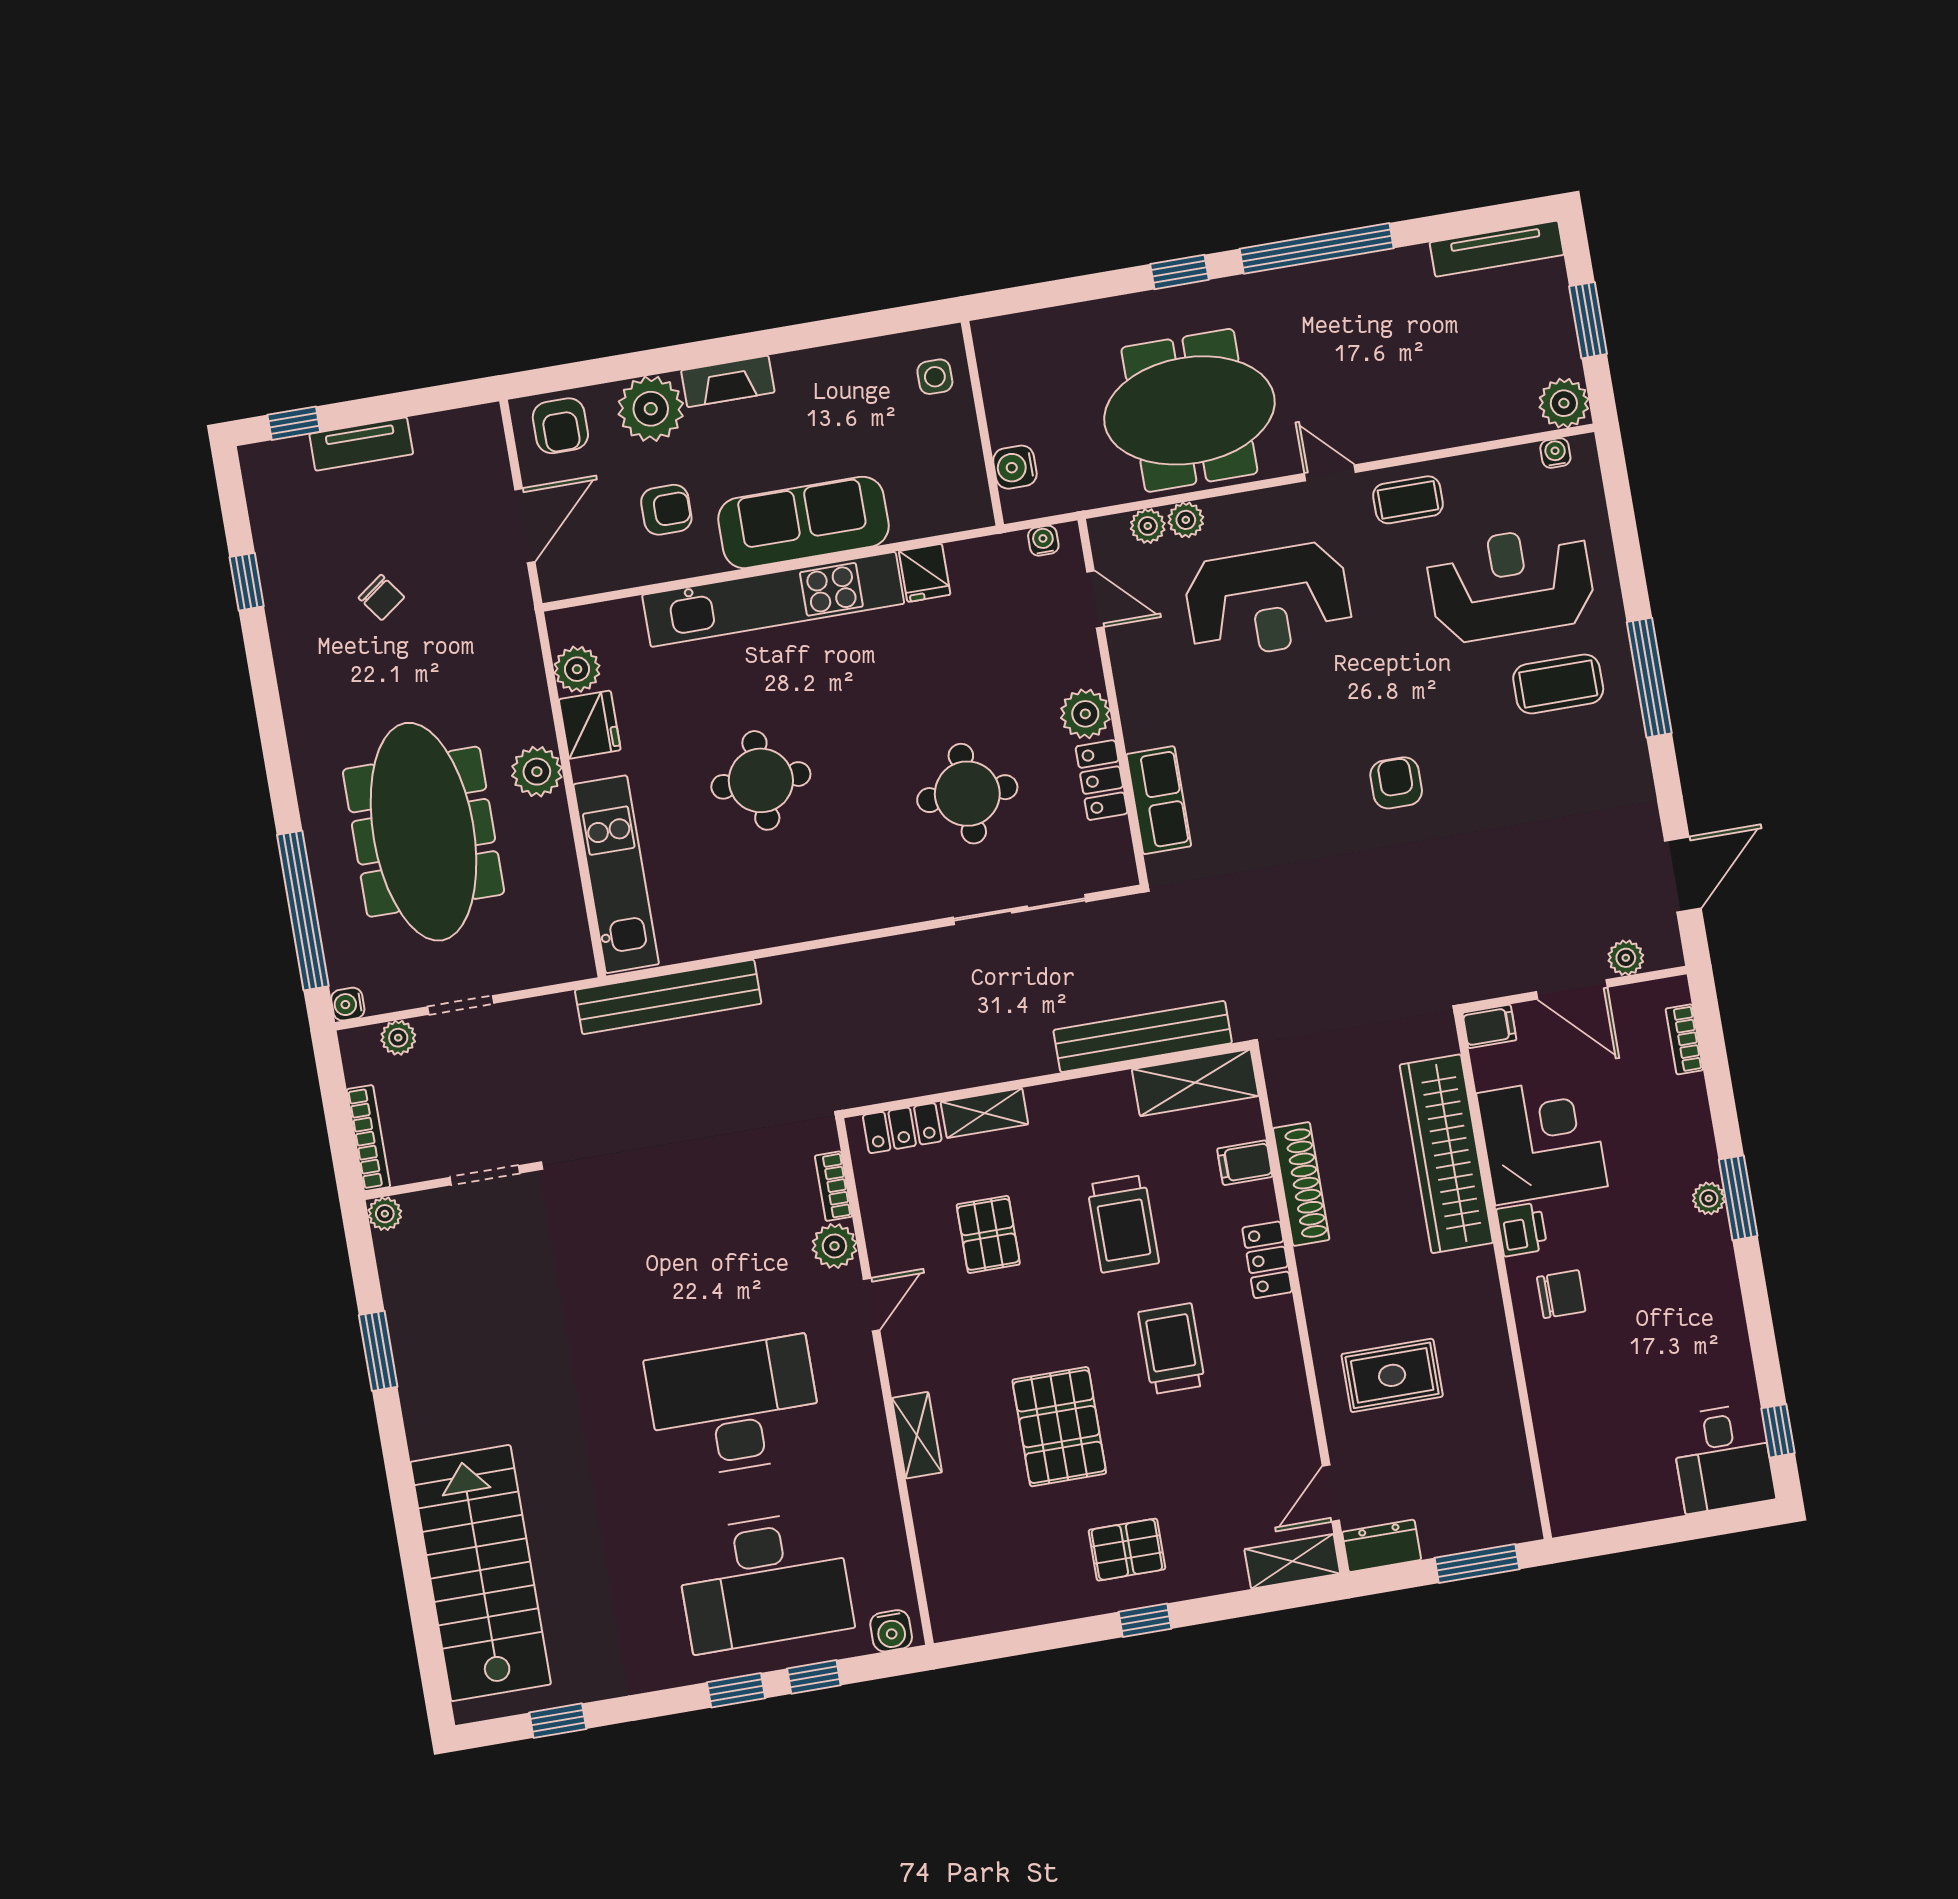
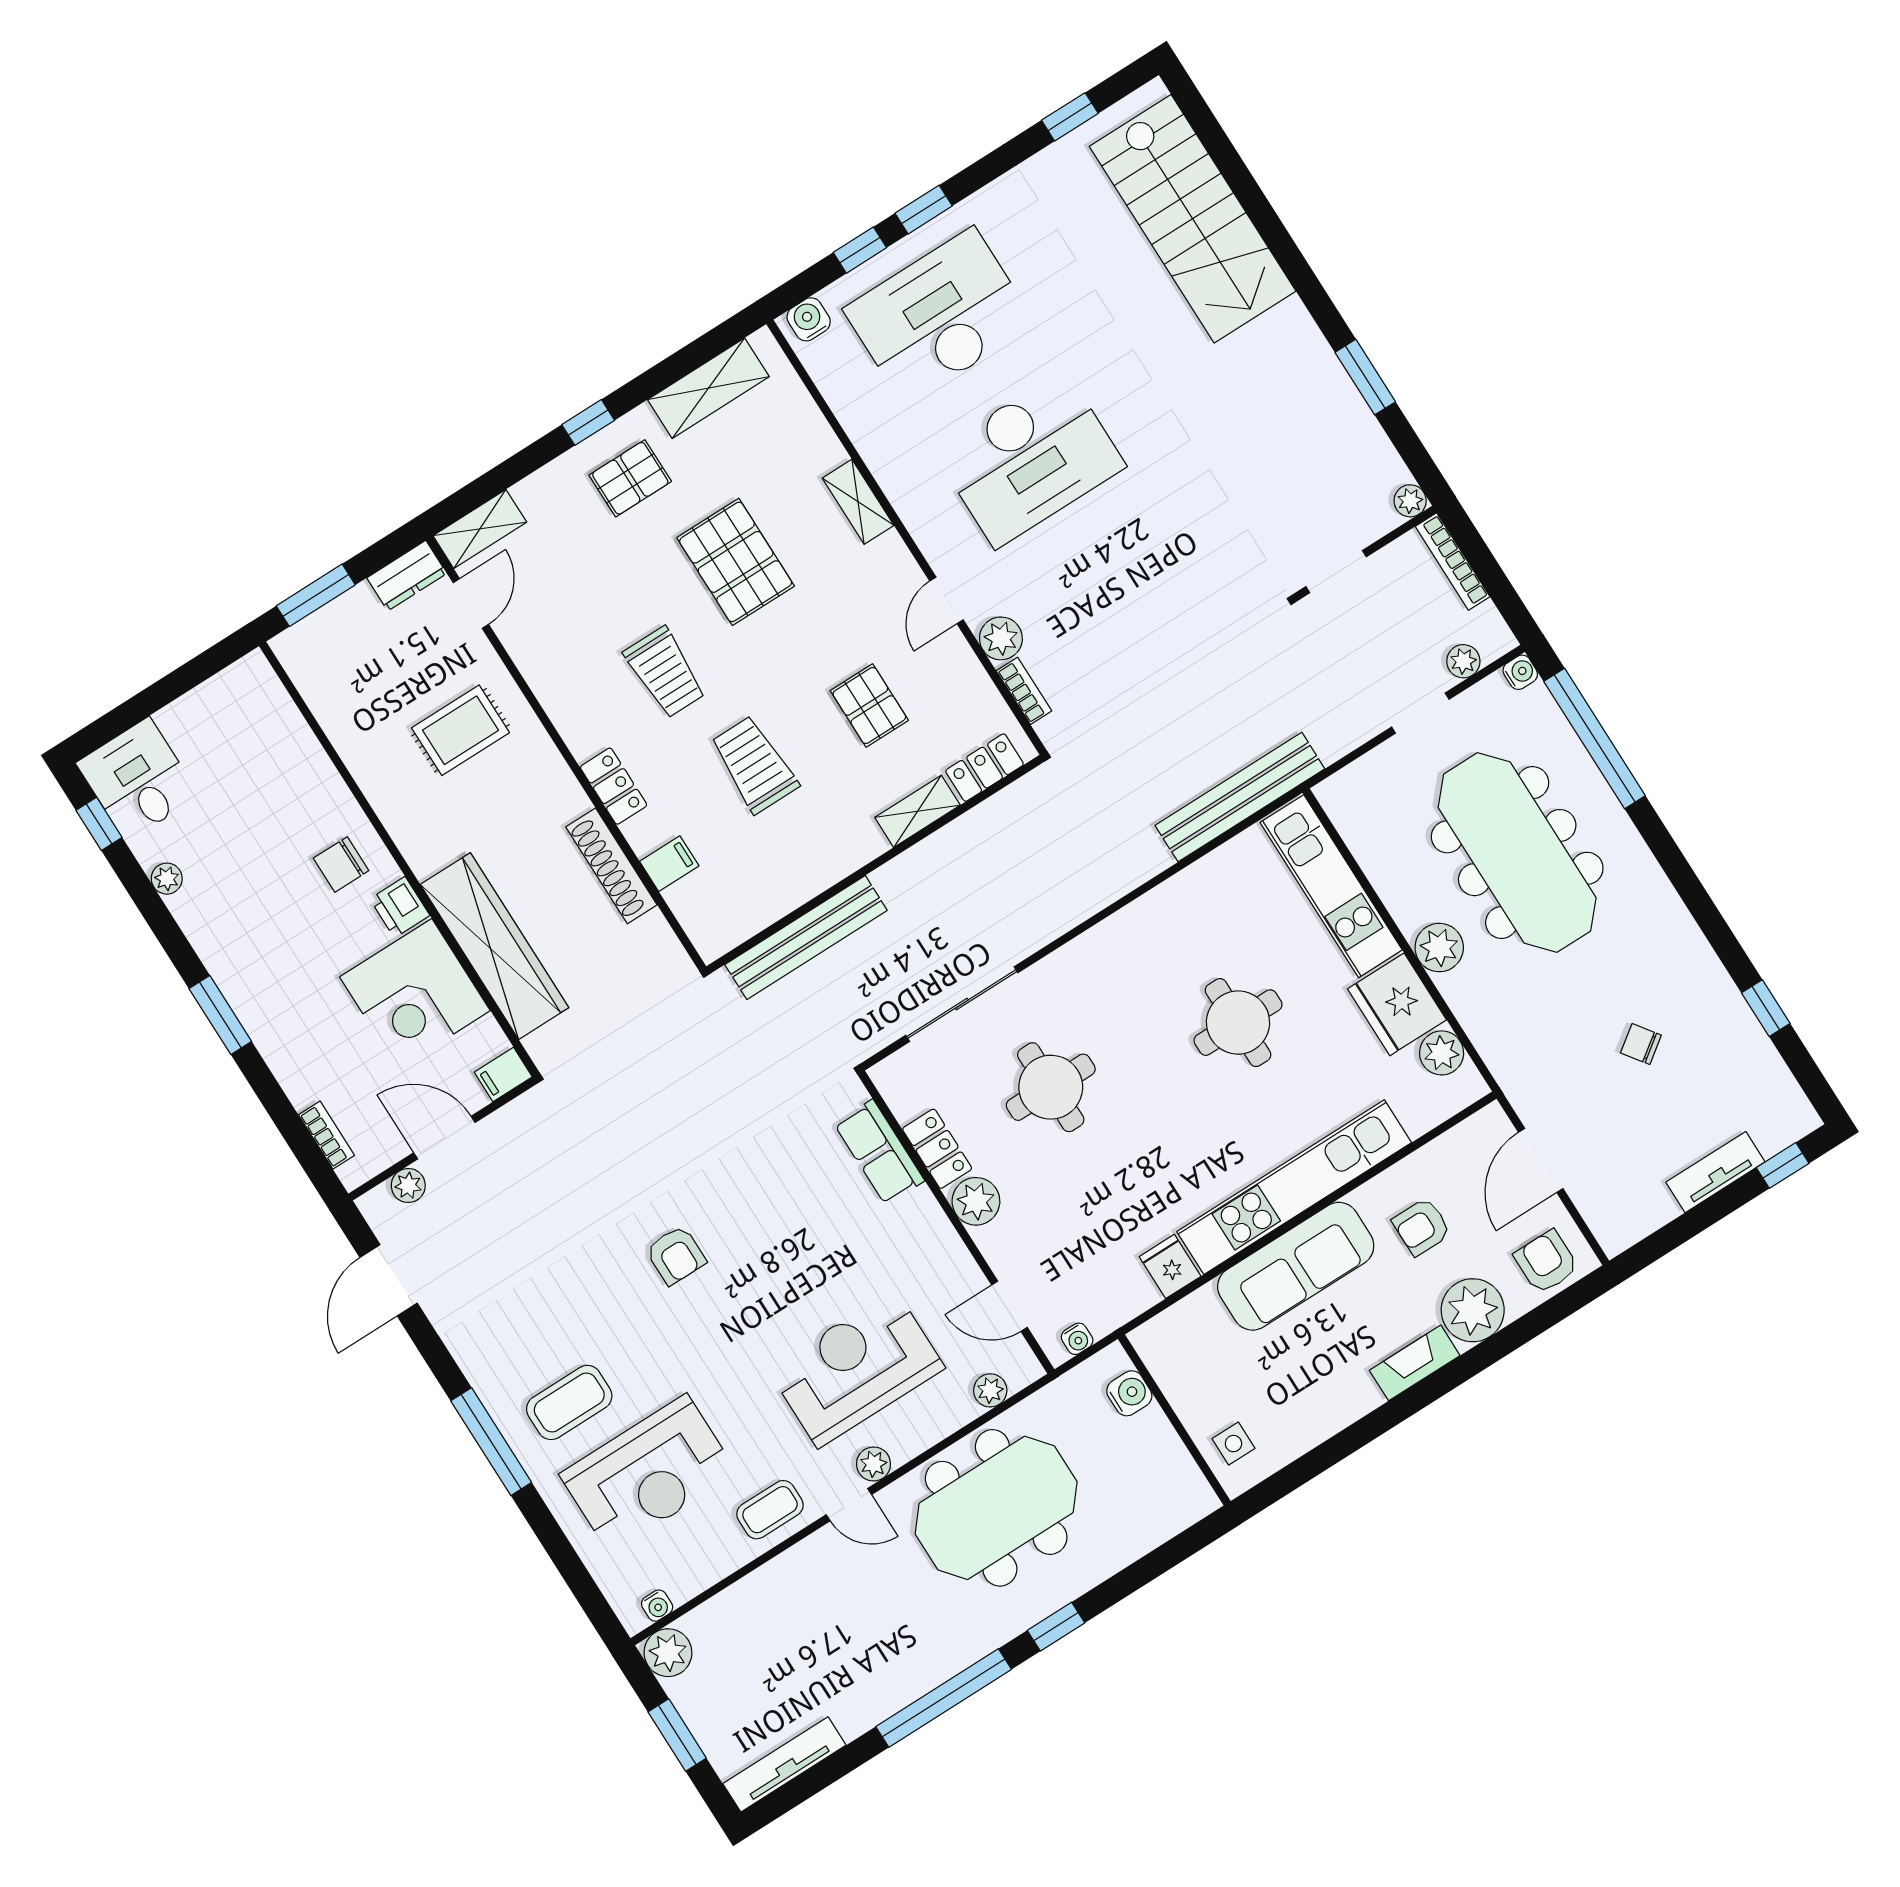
plant: (1186, 520) -> (874, 1464), moved
fridge: (590, 725) -> (1397, 1004), width x1.36, depth x1.34
shelving: (1195, 1083) -> (708, 388), moved
plant: (1709, 1198) -> (167, 879), moved

